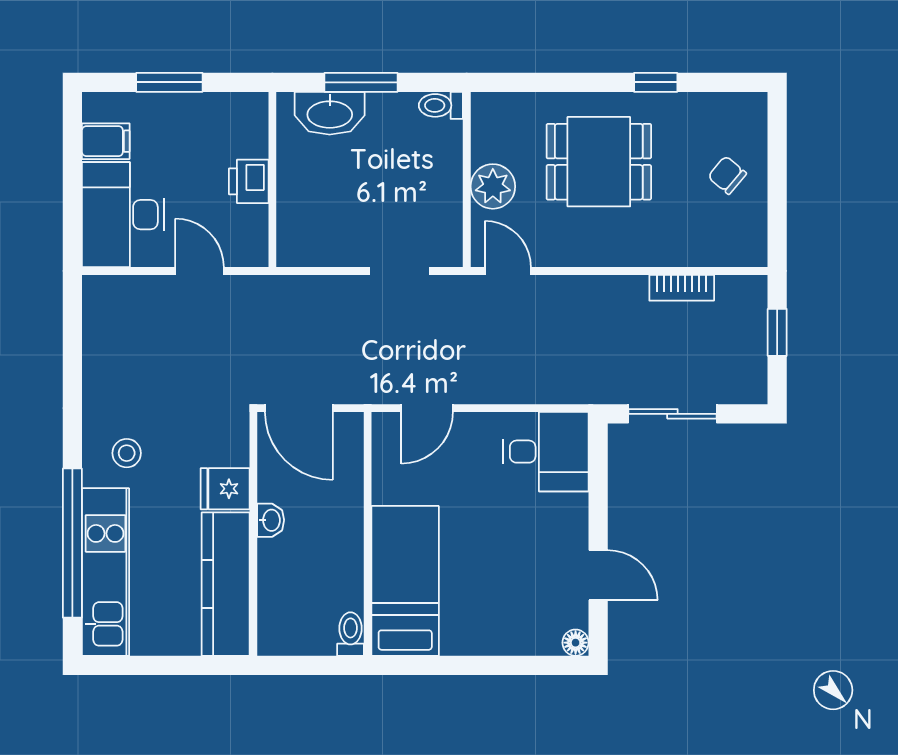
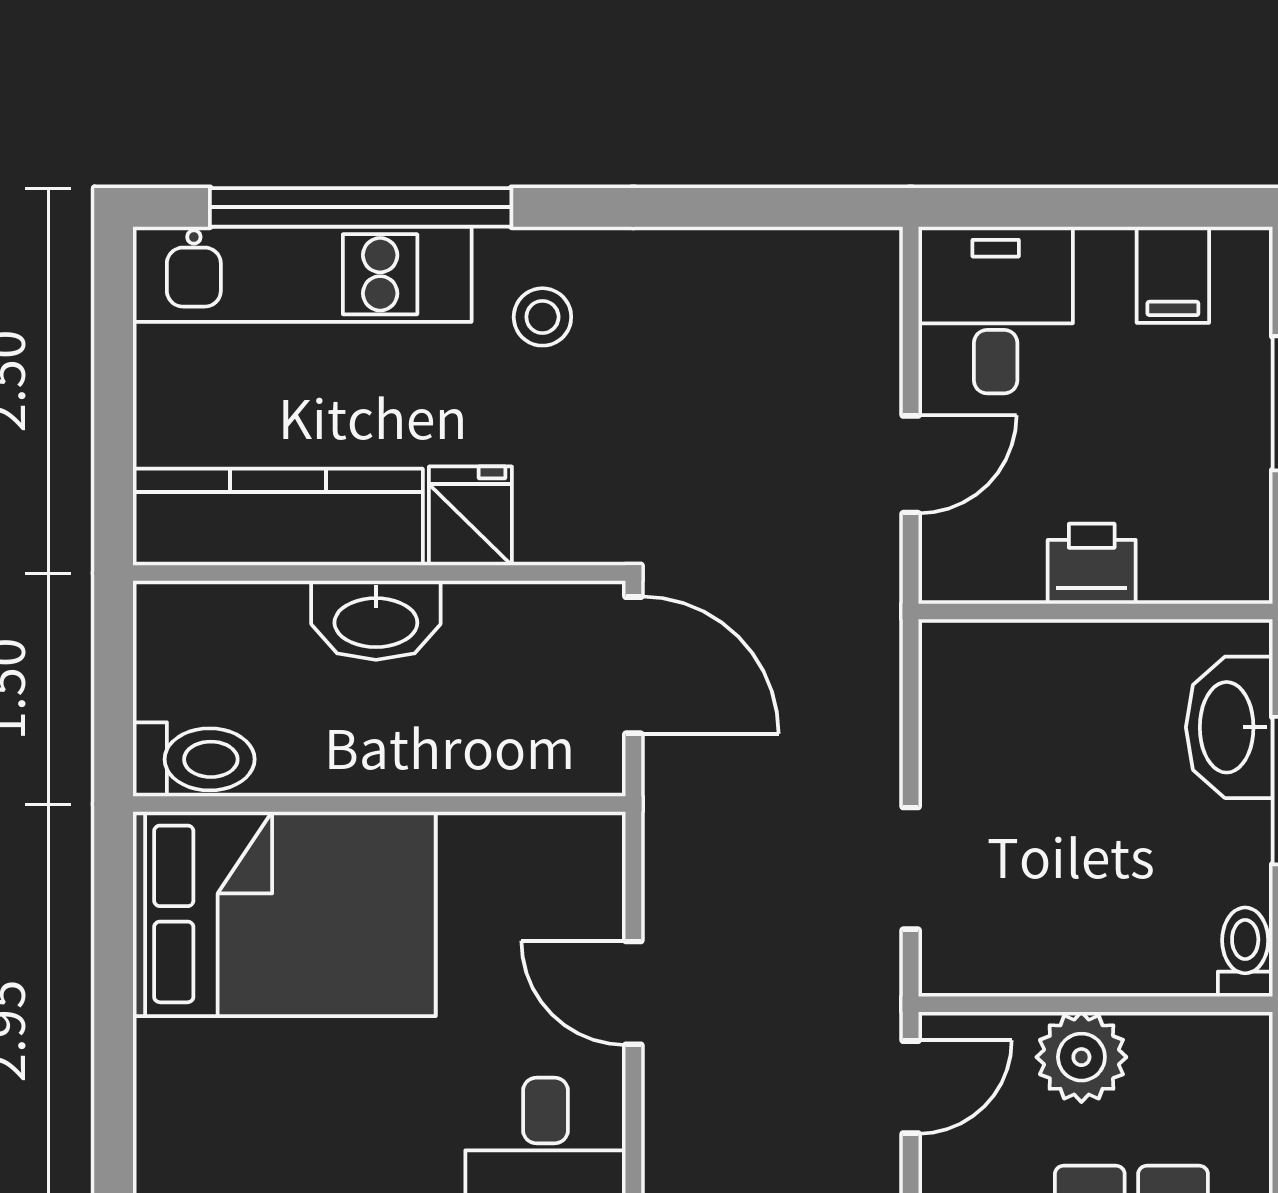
desk: (123, 215) -> (996, 310), width x0.73
door: (299, 408) -> (633, 665), swing flipped
door: (427, 408) -> (633, 993), moved
washbasin: (271, 520) -> (376, 620), width x1.91, depth x1.45
bed: (405, 581) -> (284, 914), width x1.50
toilet: (350, 634) -> (194, 759), width x1.37, depth x1.39

